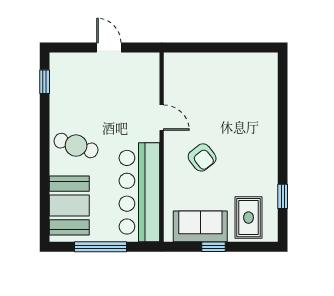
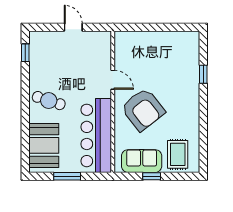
armchair: (202, 157) -> (143, 109), width x1.88, depth x1.88
window: (283, 196) -> (203, 74), moved
window: (101, 247) -> (67, 176), width x0.69

